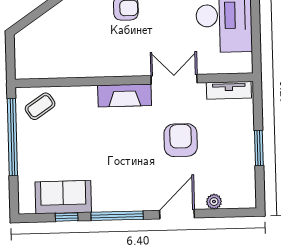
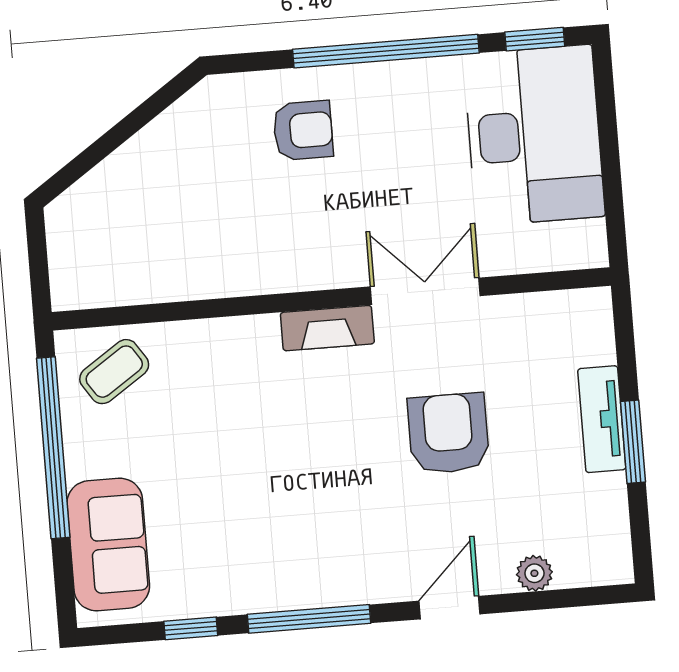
tv unit: (229, 90) -> (602, 419), moved, turned 90
fireplace: (125, 95) -> (327, 328), width x0.73, depth x0.76
sofa: (63, 197) -> (108, 545), moved, turned 90
door: (177, 214) -> (449, 608), width x0.73

